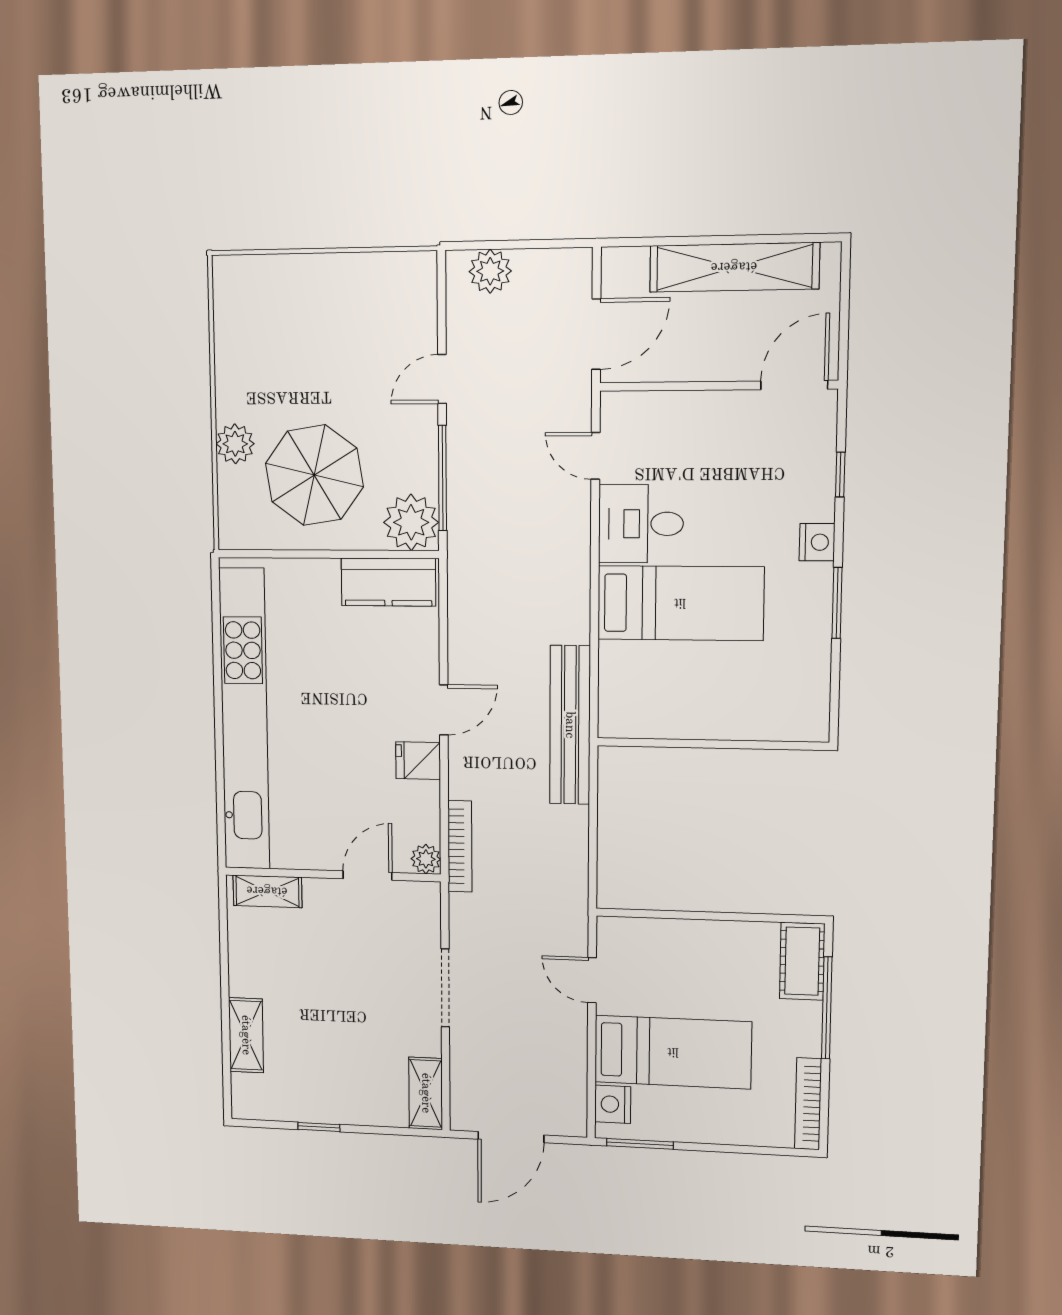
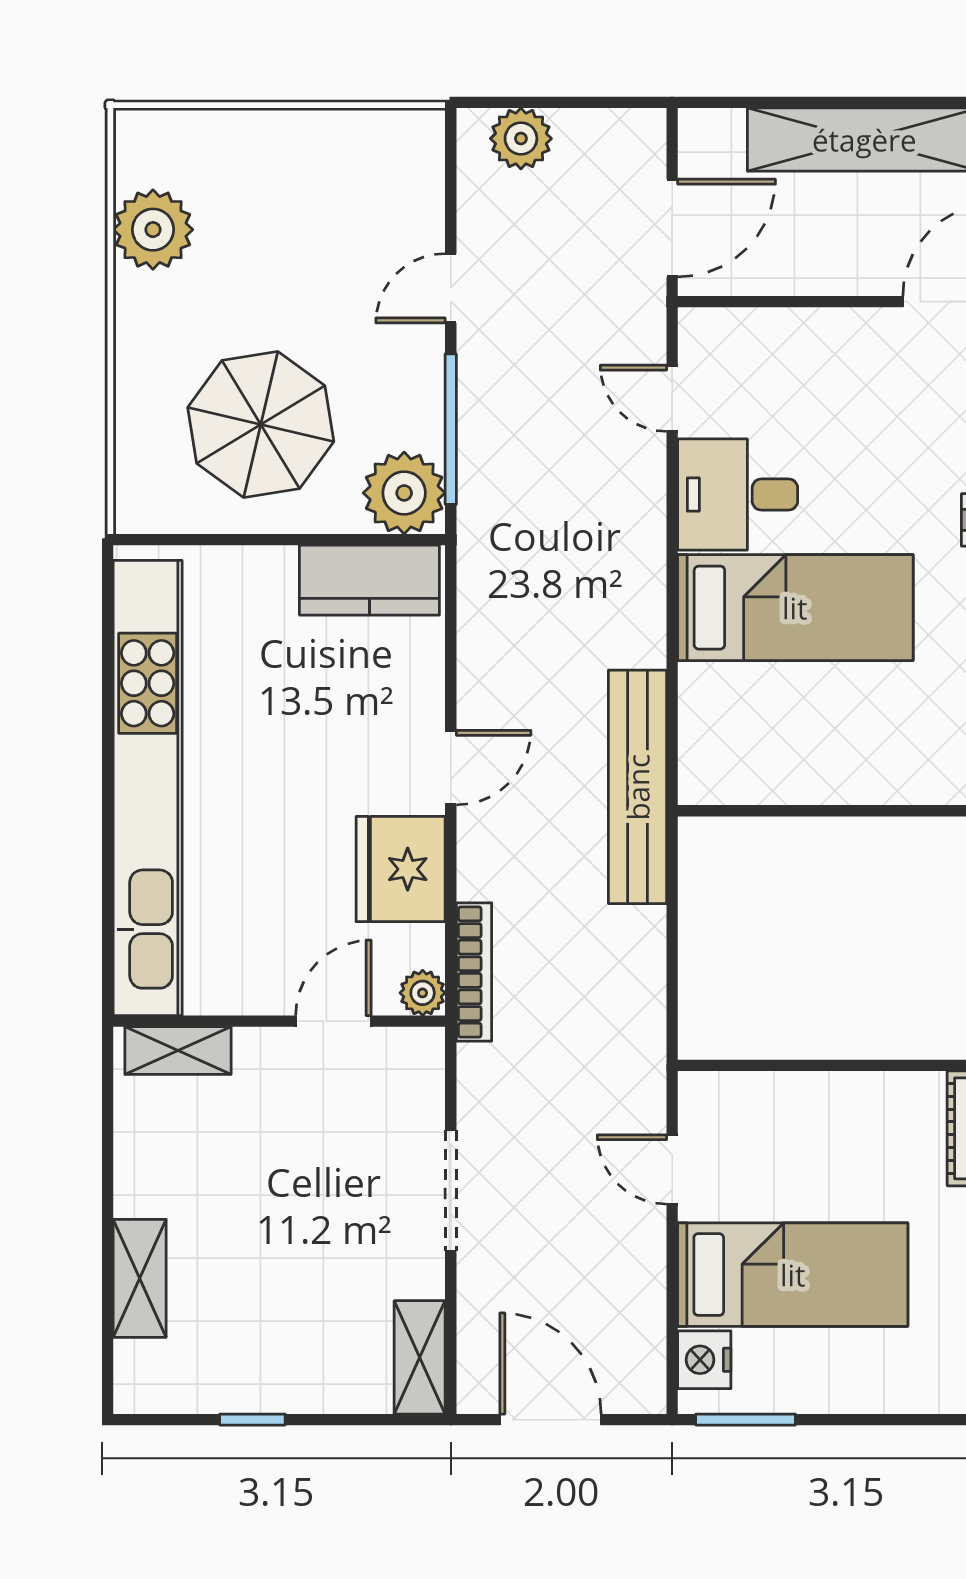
plant: (235, 444) -> (153, 230), moved, width x1.36, depth x1.36
fridge: (418, 761) -> (401, 869), width x1.88, depth x1.34
door: (511, 1137) -> (550, 1420), swing flipped

